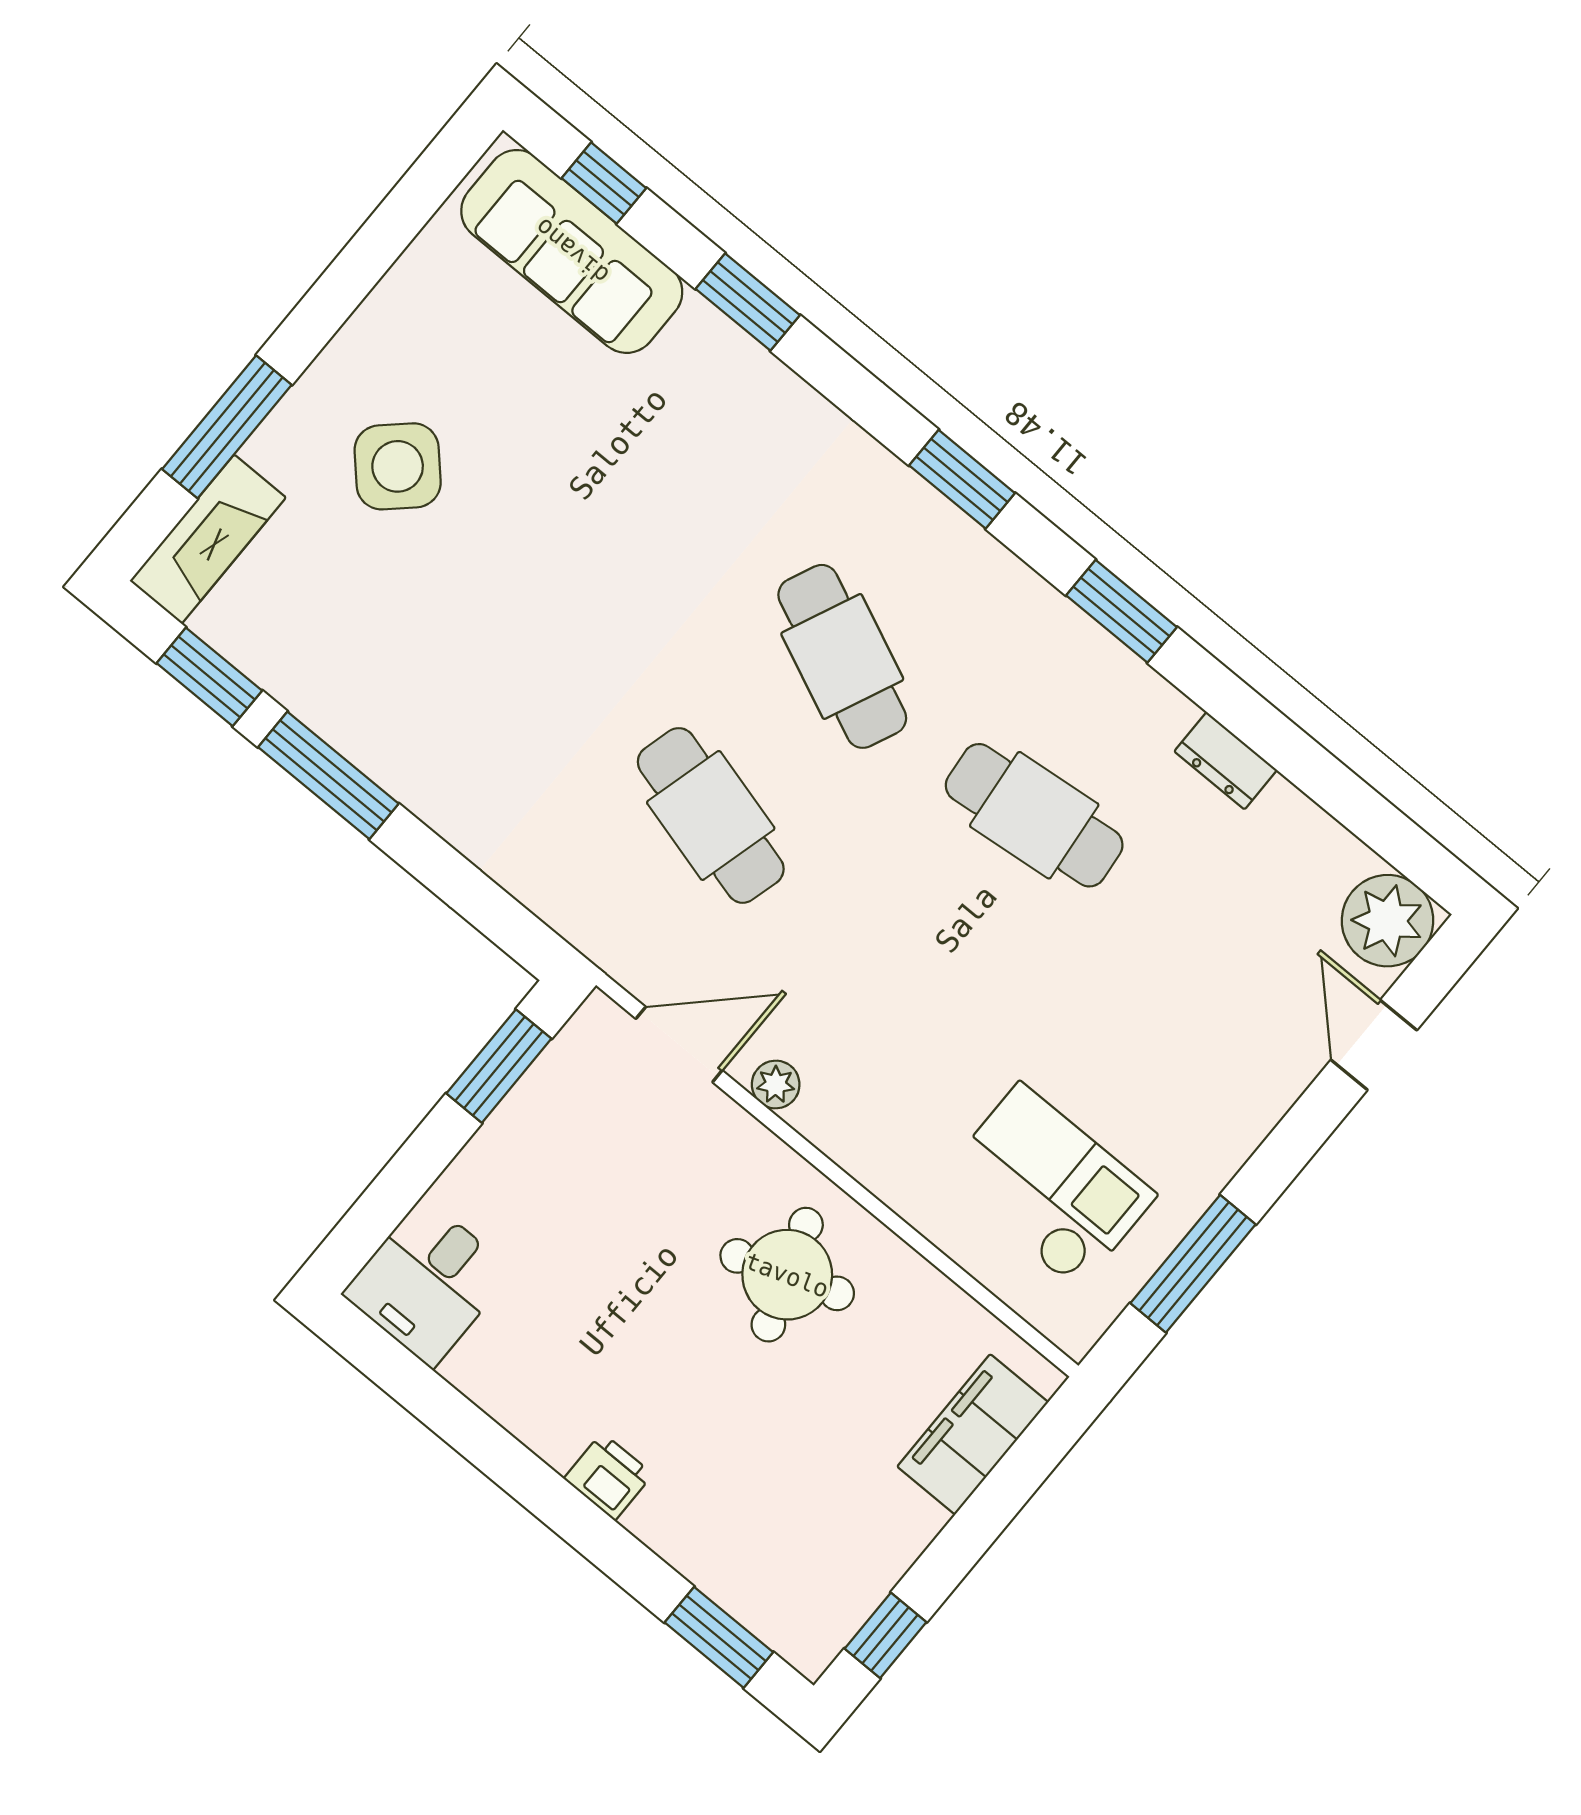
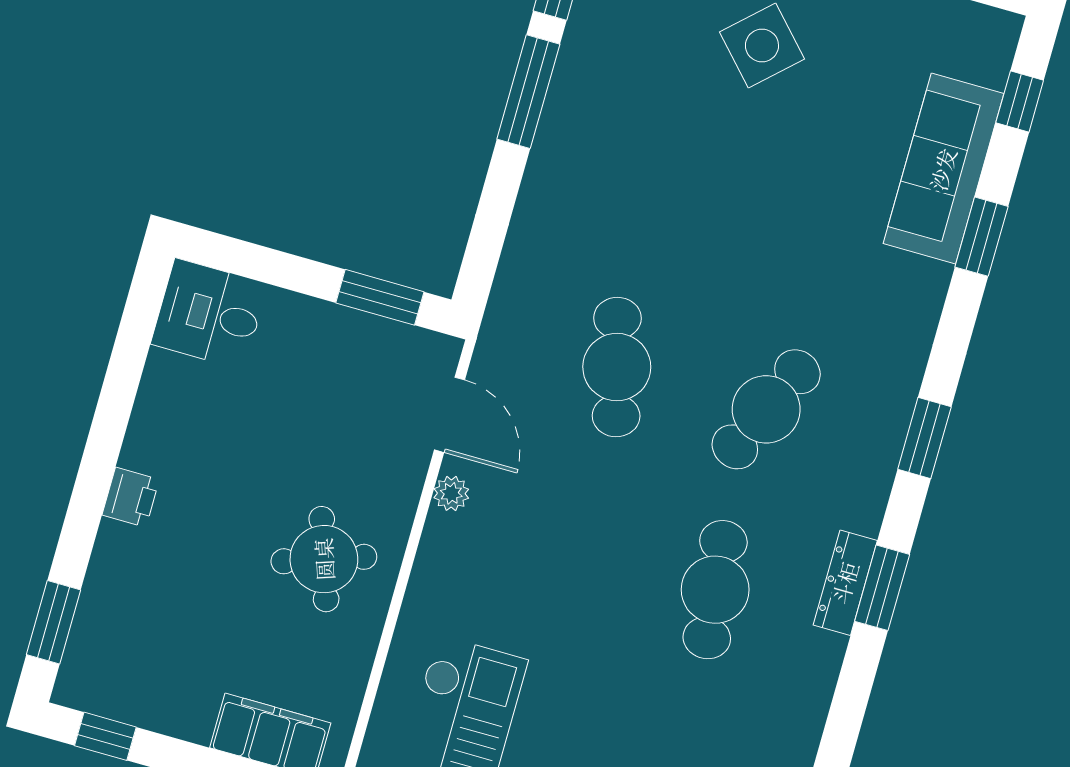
sofa: (572, 251) -> (943, 169), moved
dresser: (1226, 761) -> (845, 583), moved, width x1.44
cafe table: (711, 815) -> (617, 367), turned -30

